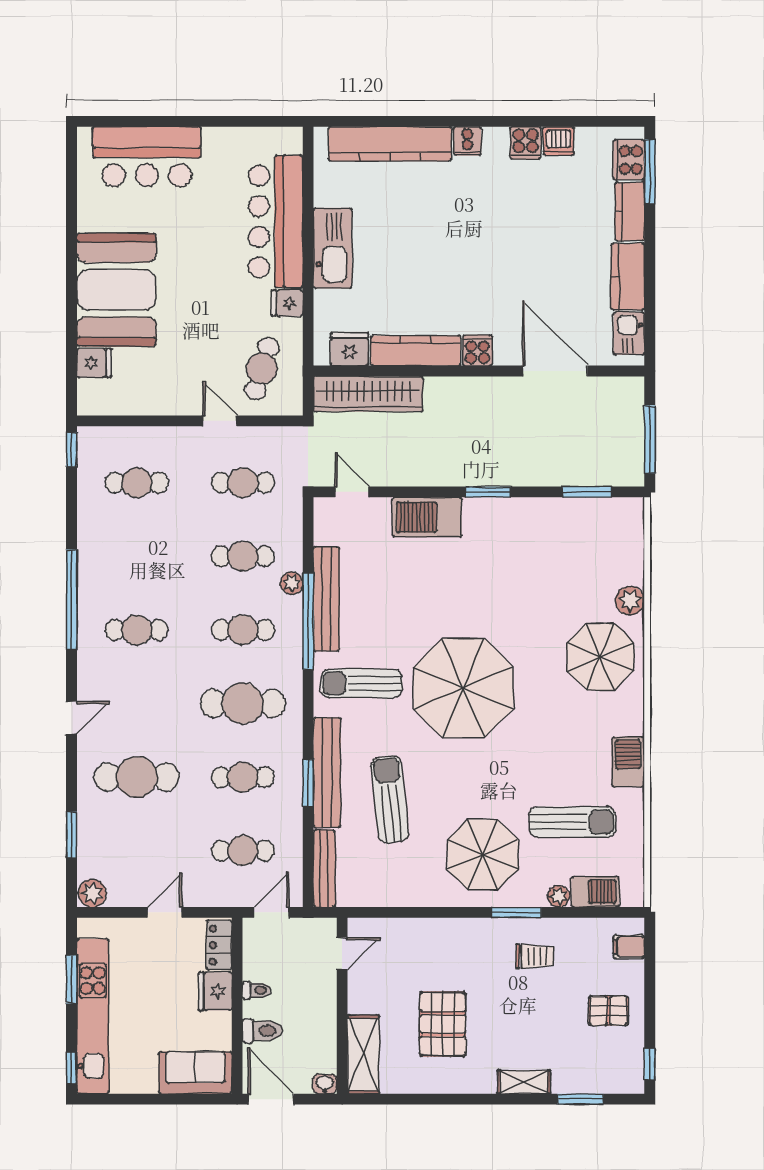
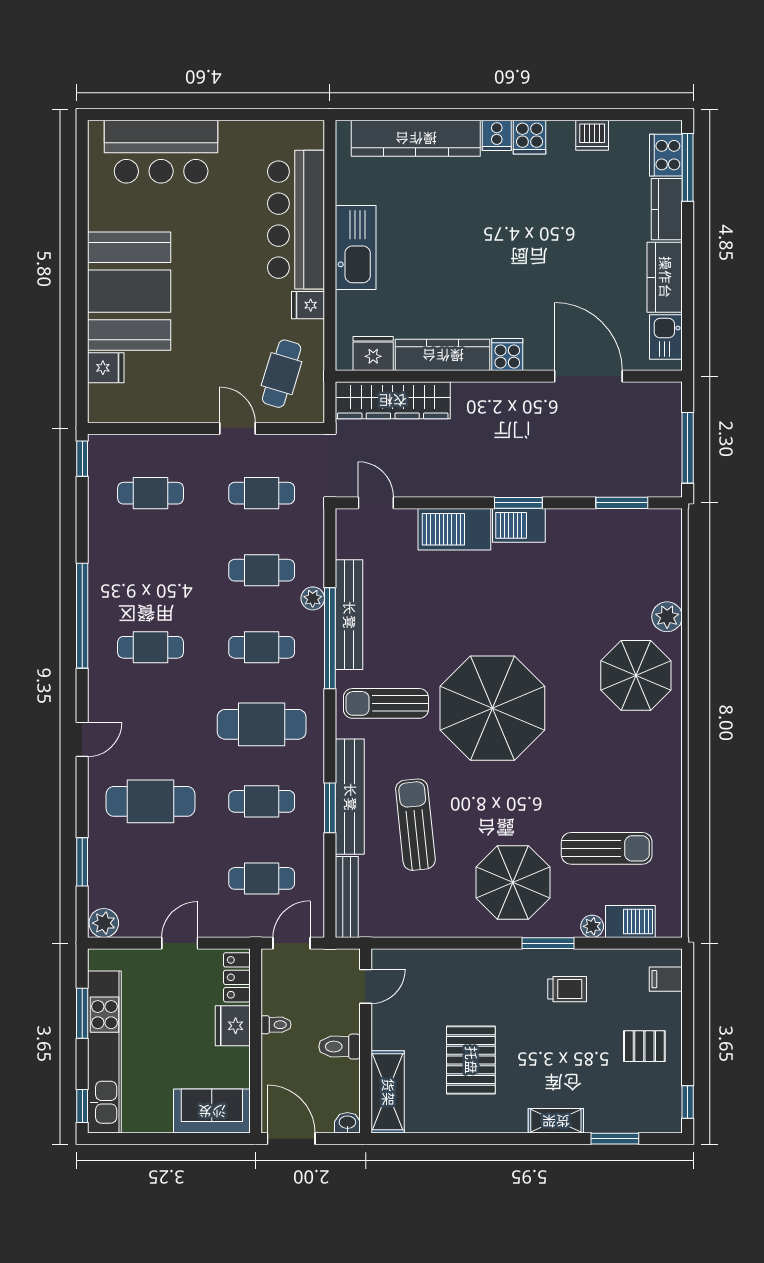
cooker: (526, 143) -> (530, 137), moved
barbecue: (628, 762) -> (519, 525), moved, turned -90
toilet: (262, 1031) -> (339, 1047), moved, turned 180

